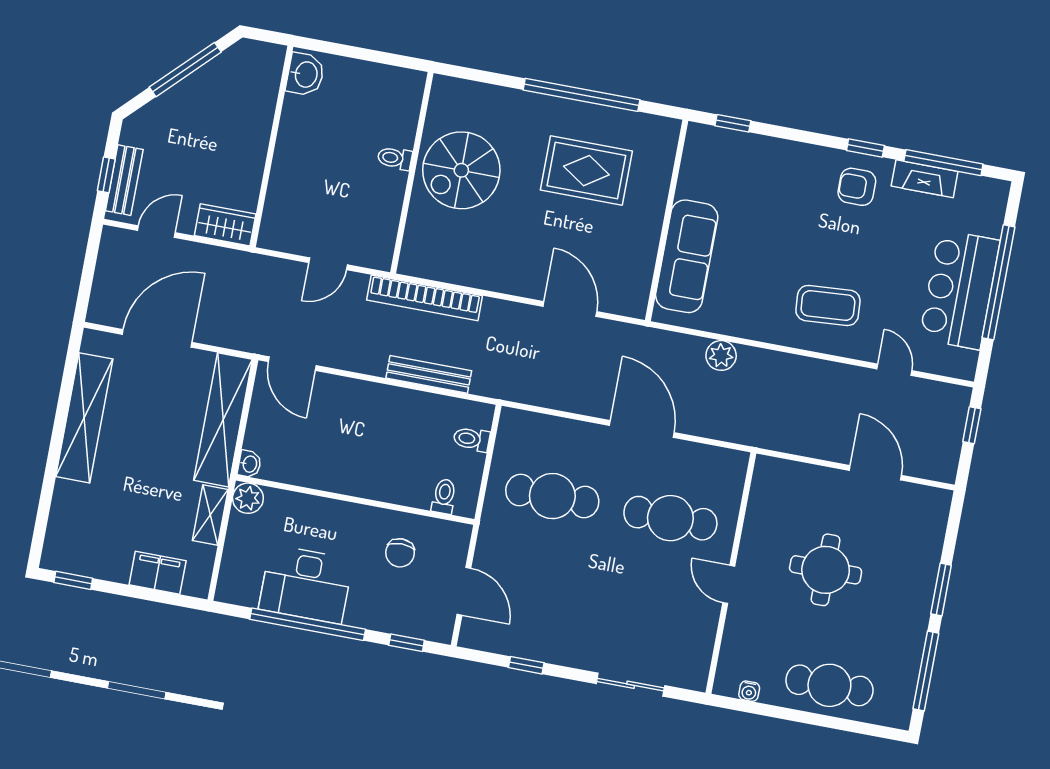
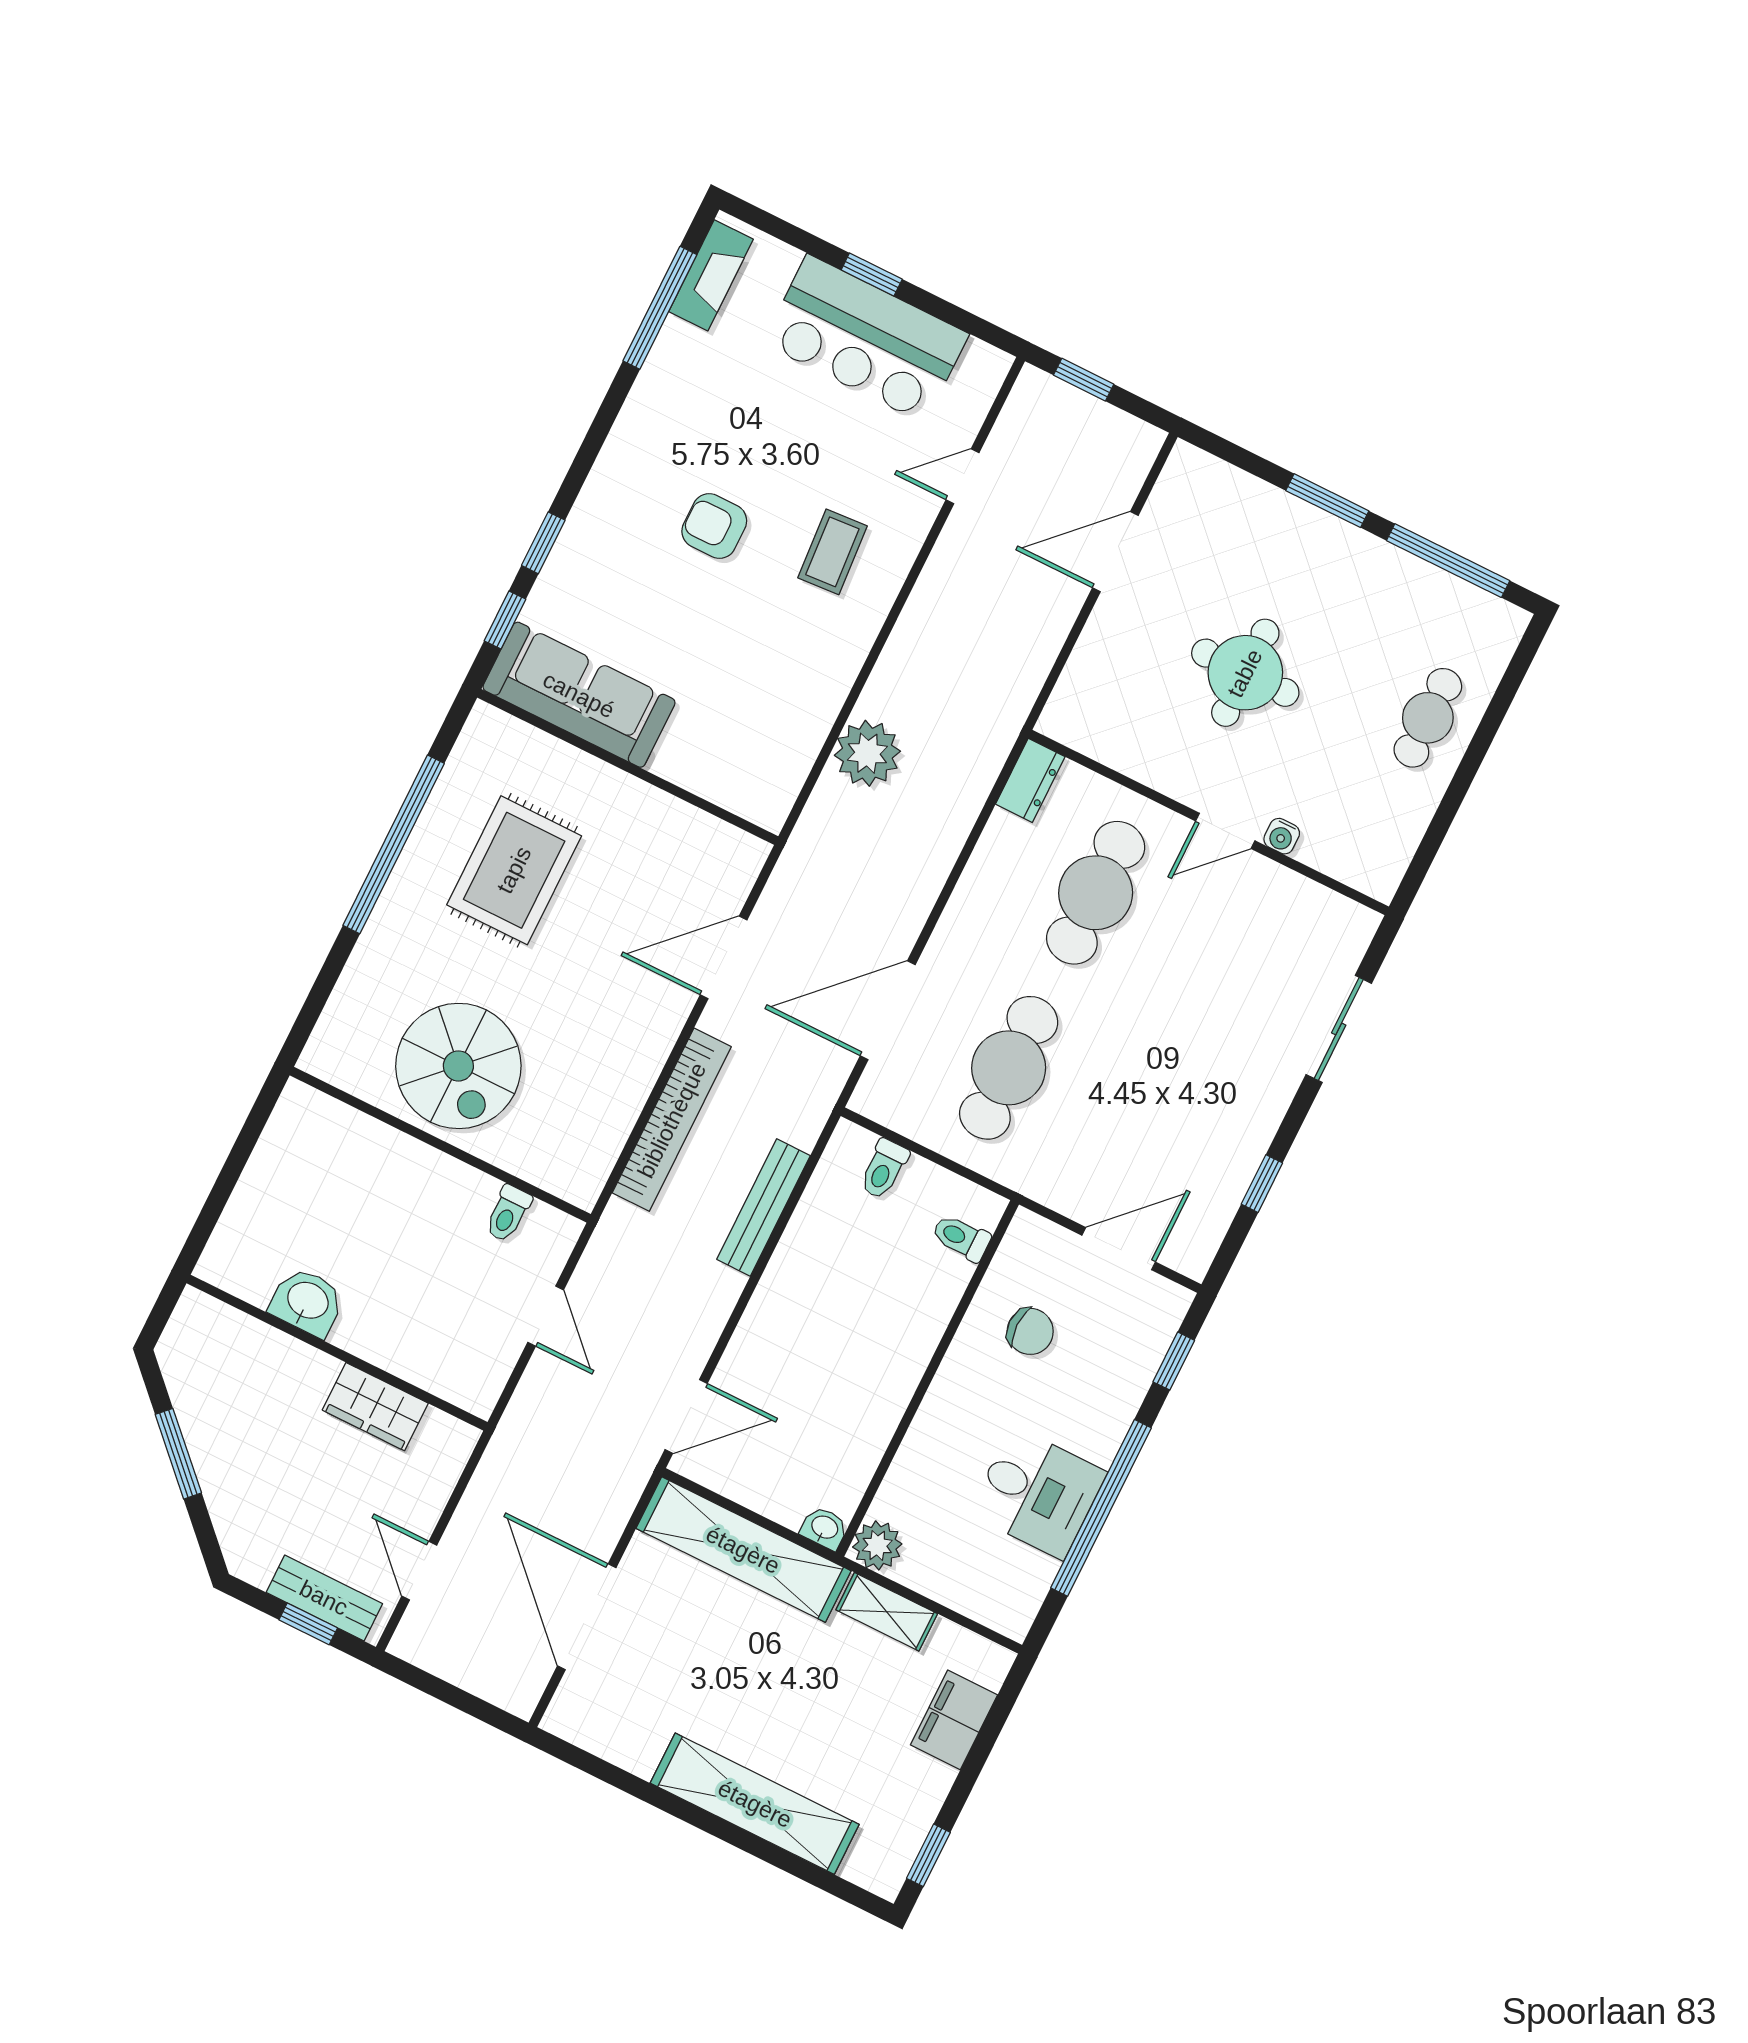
window: (185, 70) -> (178, 1454), width x0.69
washbasin: (305, 74) -> (307, 1302), moved
window: (865, 148) -> (543, 543), moved
toilet: (395, 158) -> (508, 1214), moved
fireplace: (925, 179) -> (711, 275), moved
armchair: (857, 187) -> (714, 526), moved, turned 90
wardrobe: (225, 225) -> (375, 1407), moved, turned -90
sofa: (687, 256) -> (579, 695), moved
window: (999, 282) -> (872, 274), width x0.32
bookcase: (425, 298) -> (672, 1120), moved
coffee table: (828, 305) -> (832, 552), width x0.73, depth x0.77
plant: (721, 355) -> (867, 753), width x1.36, depth x1.36
shelving: (84, 418) -> (755, 1804), moved
door: (642, 429) -> (888, 1010), moved
dresser: (726, 461) -> (1030, 780), added
desk: (306, 584) -> (1038, 1493), width x0.73
cafe table: (829, 685) -> (1428, 718), width x0.73, depth x0.74
water cooler: (749, 691) -> (1282, 836), moved, turned 90

